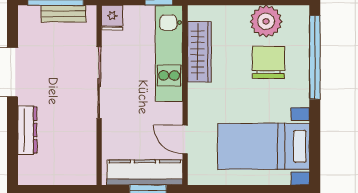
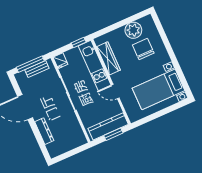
window: (315, 57) -> (164, 37), removed
door: (185, 140) -> (115, 92), moved

